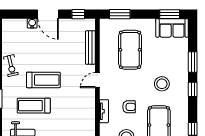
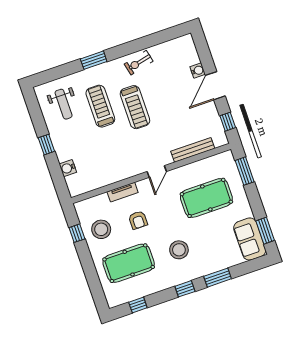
door: (97, 80) -> (157, 171), swing flipped

